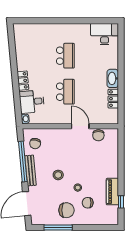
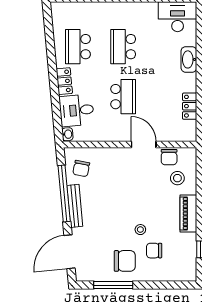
school desk: (33, 56) -> (78, 47), added
school desk: (65, 56) -> (123, 47), turned 180
washbasin: (113, 78) -> (189, 59), moved
stool: (58, 175) -> (177, 178), moved
piano: (112, 192) -> (188, 213), moved

